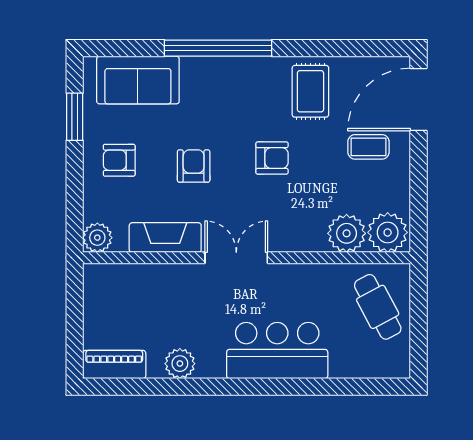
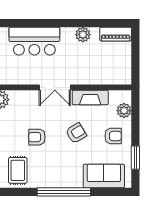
armchair: (194, 166) -> (76, 133), turned -121
plant: (97, 238) -> (124, 111), moved

